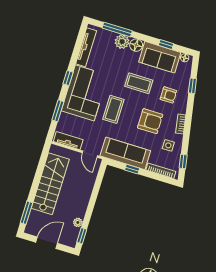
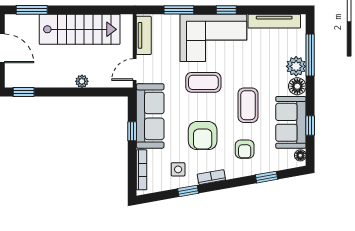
window: (183, 161) -> (188, 191), moved
plant: (78, 222) -> (82, 81), moved

